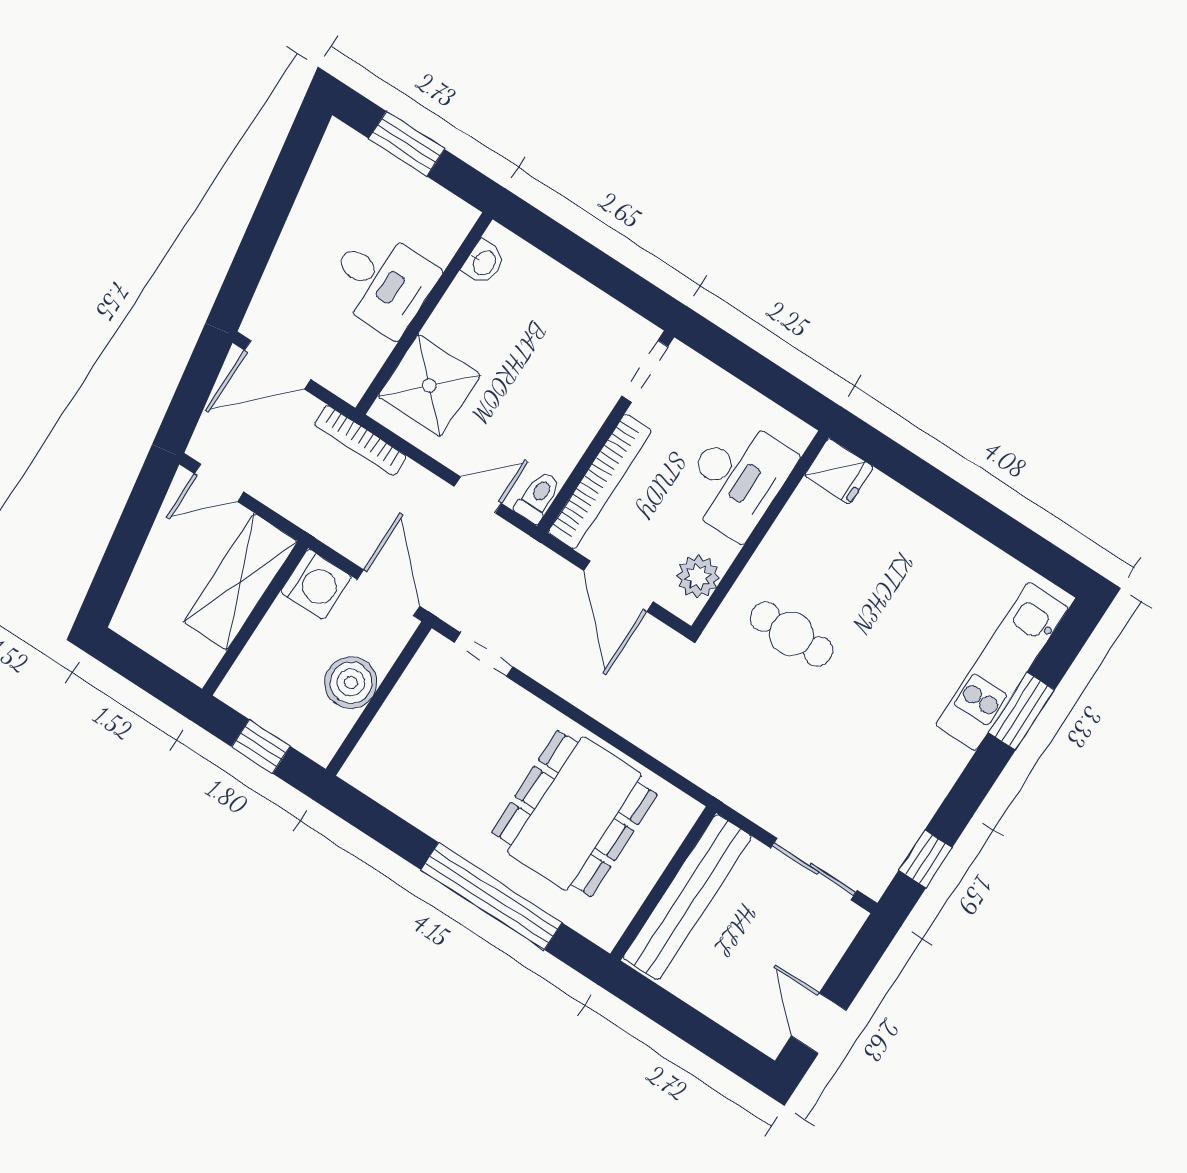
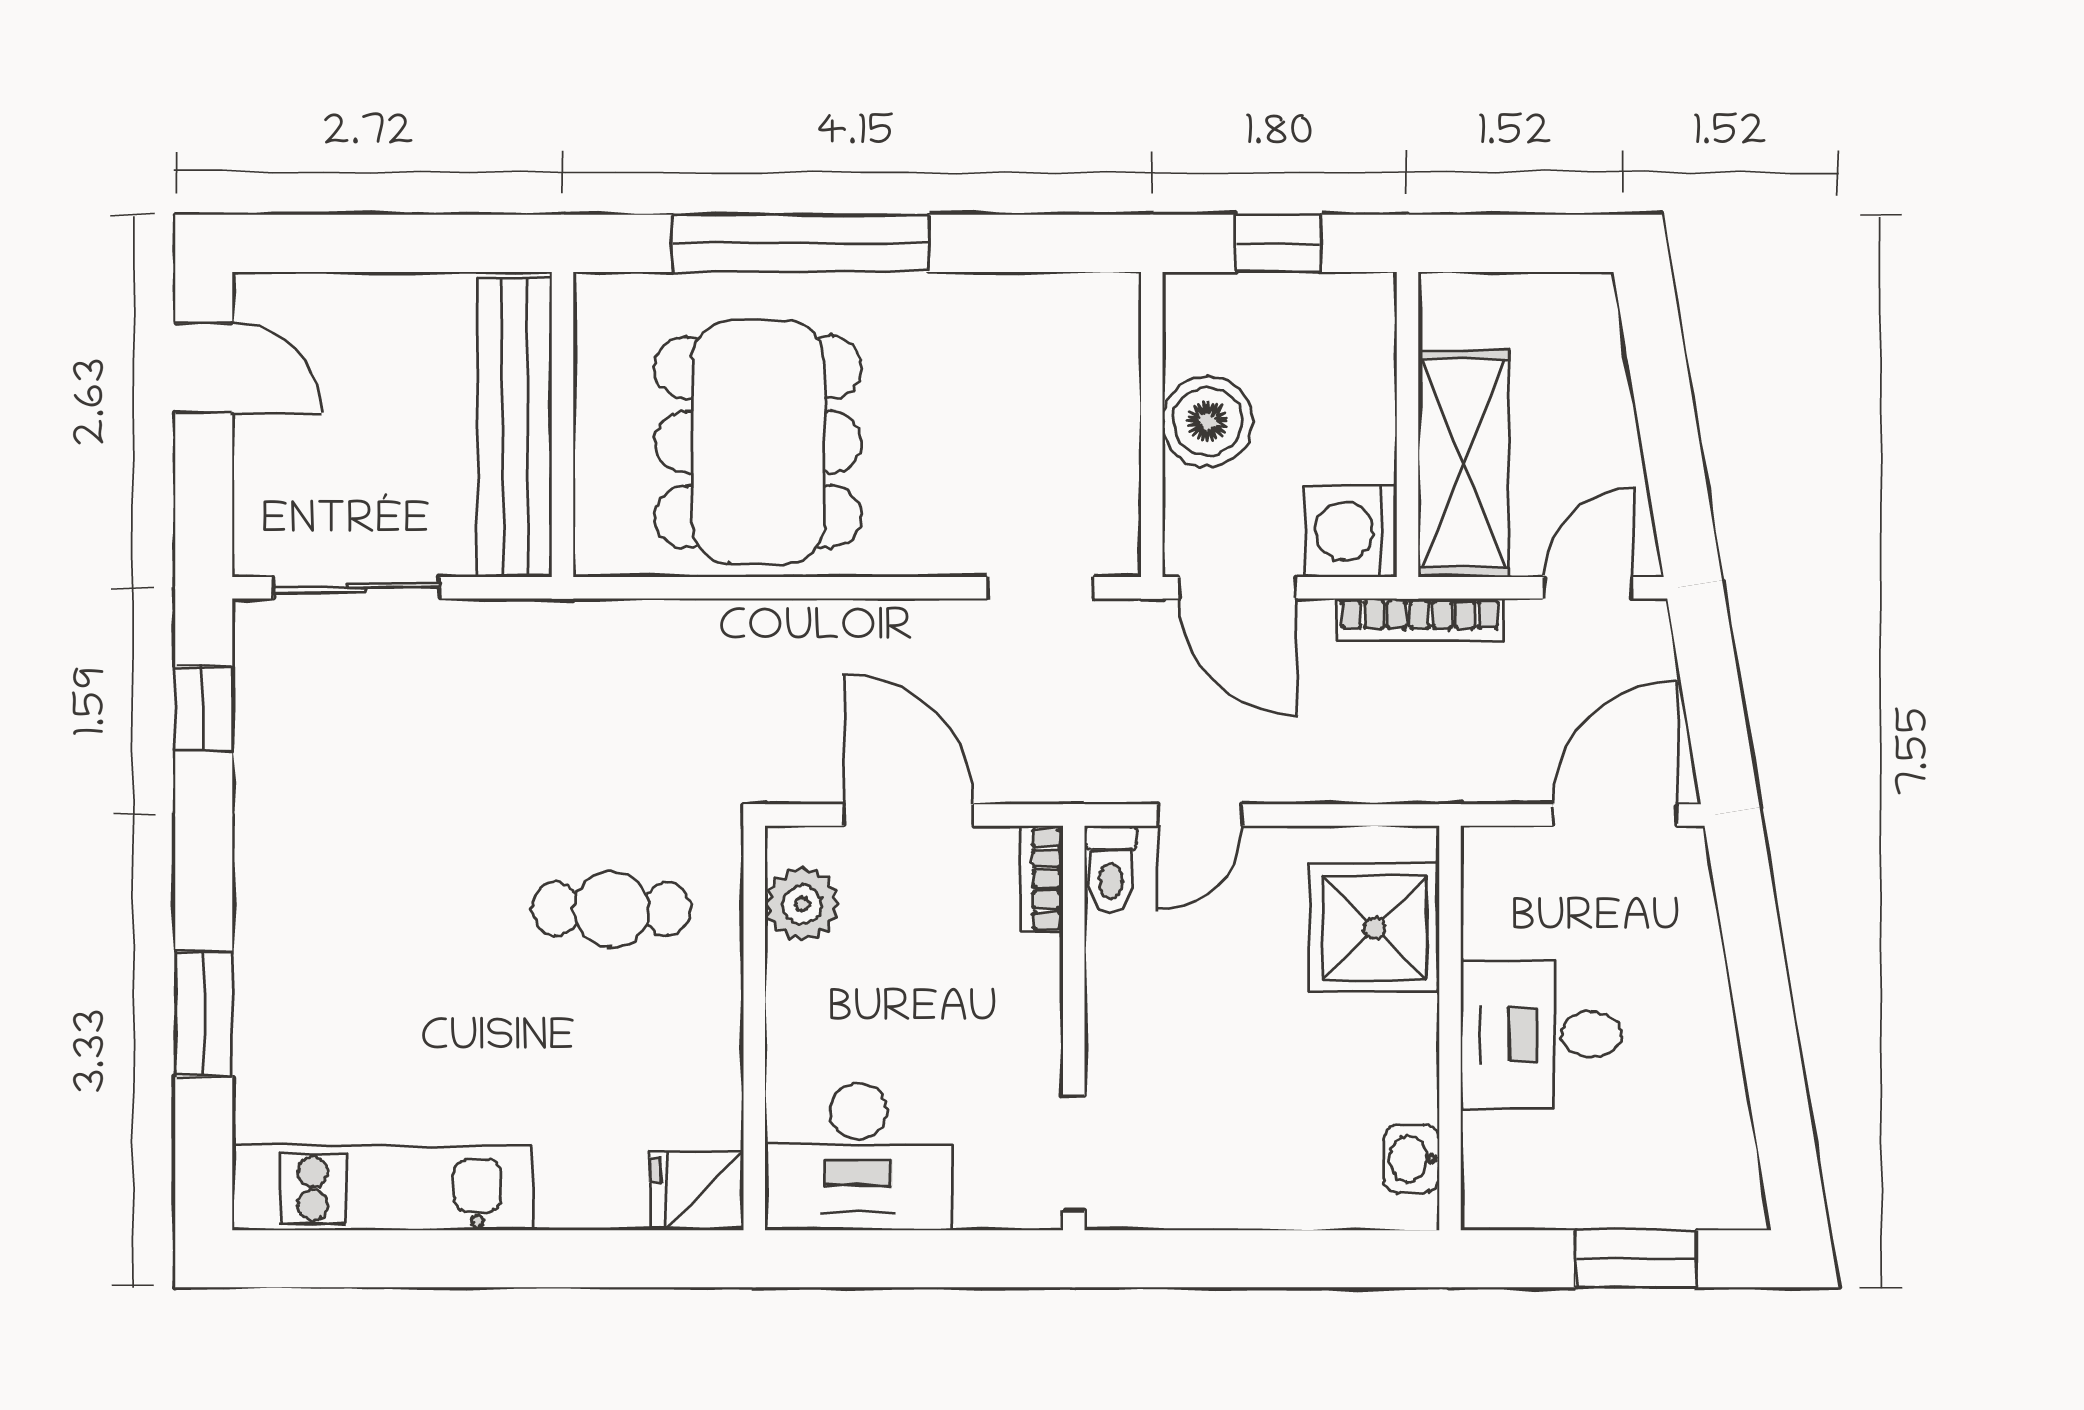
bookcase: (360, 440) -> (1420, 620), moved, turned 180
desk: (737, 478) -> (859, 1157), moved, turned -90
bookcase: (600, 482) -> (1042, 879), width x0.43, depth x0.76
kitchen unit: (1002, 666) -> (382, 1188), moved, turned -90

